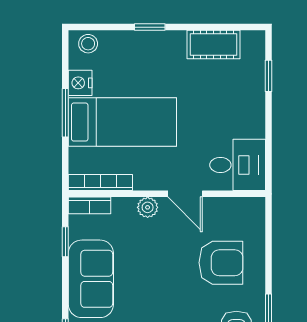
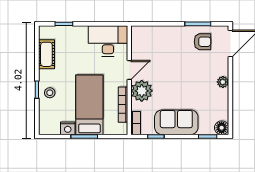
stool: (88, 44) -> (50, 93), moved
desk: (238, 165) -> (108, 41), width x1.37
bookcase: (100, 183) -> (123, 105), moved
plant: (148, 207) -> (142, 91), width x1.87, depth x1.87
armchair: (221, 263) -> (167, 50), removed

